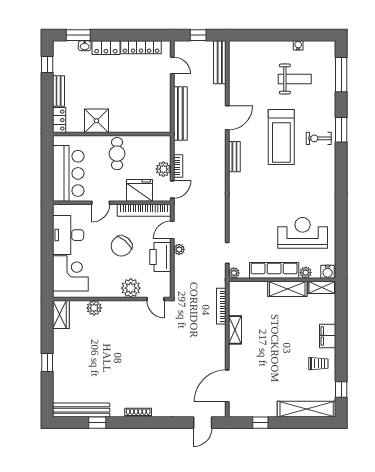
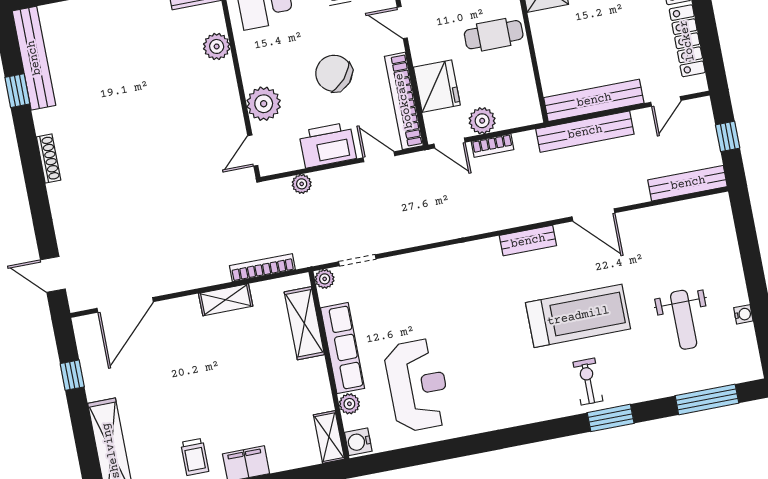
bench: (164, 105) -> (594, 100), added
treadmill: (281, 137) -> (578, 316), turned 180
plant: (179, 249) -> (302, 184), moved
shelving: (287, 289) -> (304, 323), moved
door: (227, 386) -> (125, 305), swing flipped

